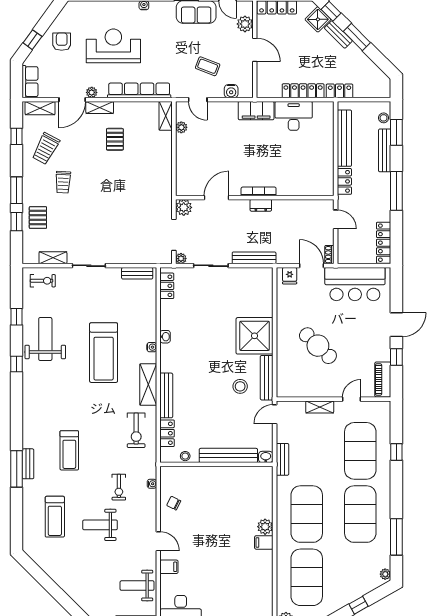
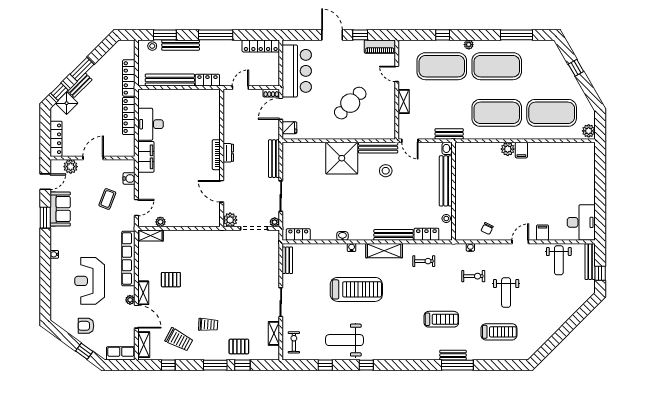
locker: (340, 91) -> (129, 78), width x1.53
exercise bike: (136, 430) -> (424, 261), width x0.73, depth x0.72
plant: (385, 574) -> (469, 45), moved

